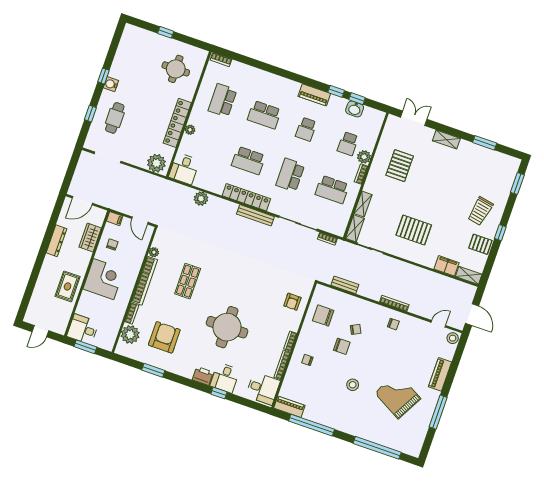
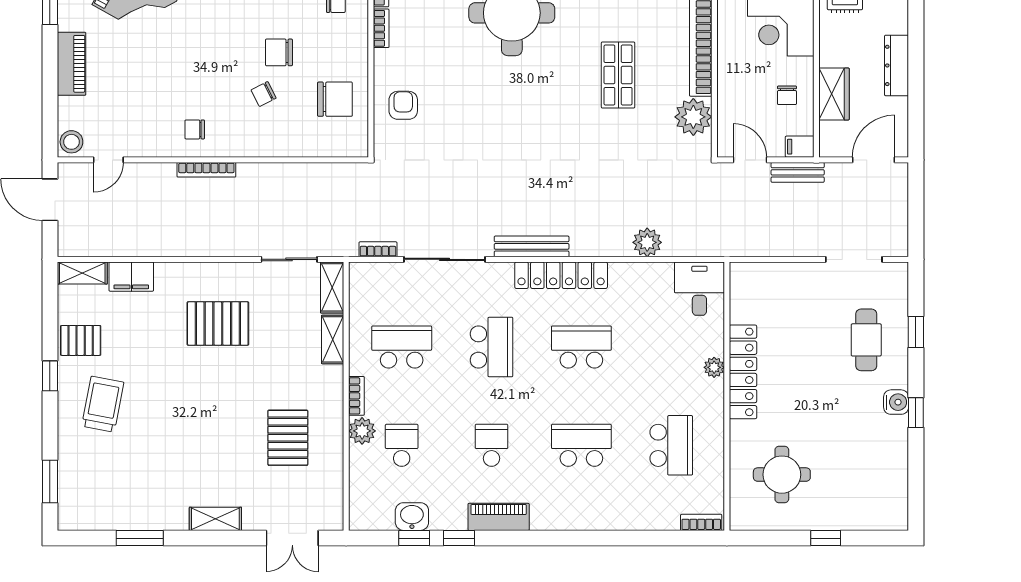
plant: (156, 163) -> (756, 281), removed
plant: (154, 252) -> (693, 117), width x1.87, depth x1.87
bench: (345, 285) -> (798, 172), moved

